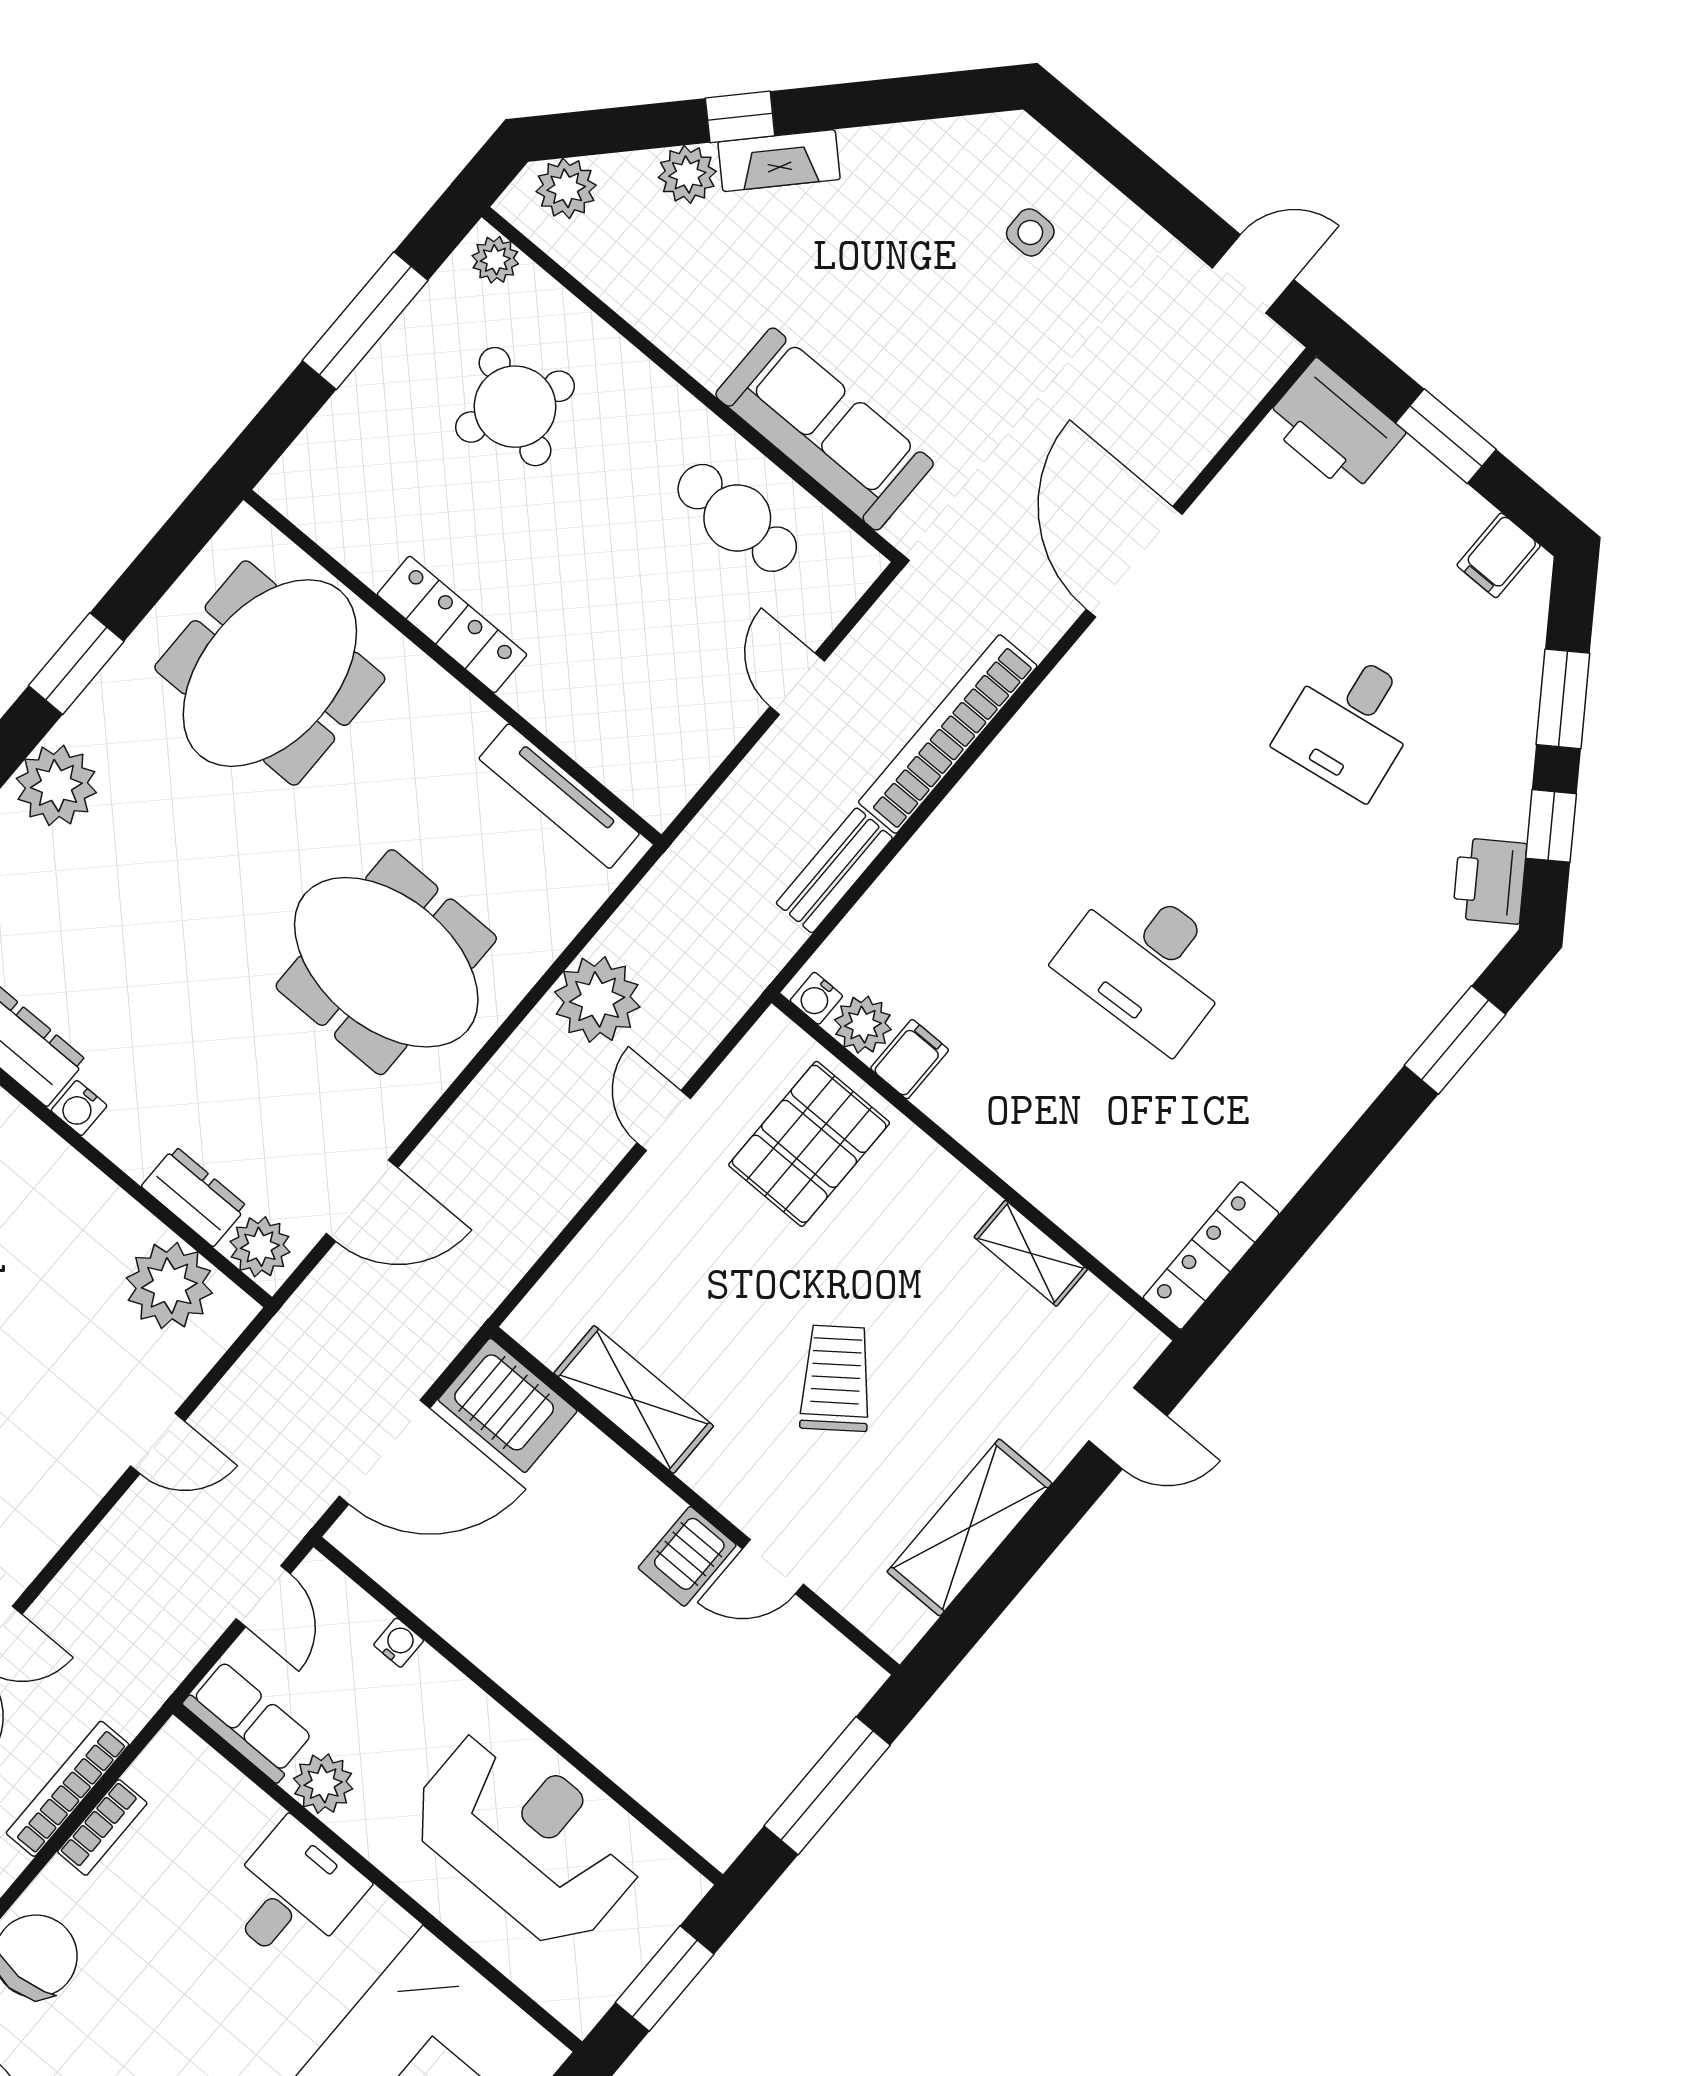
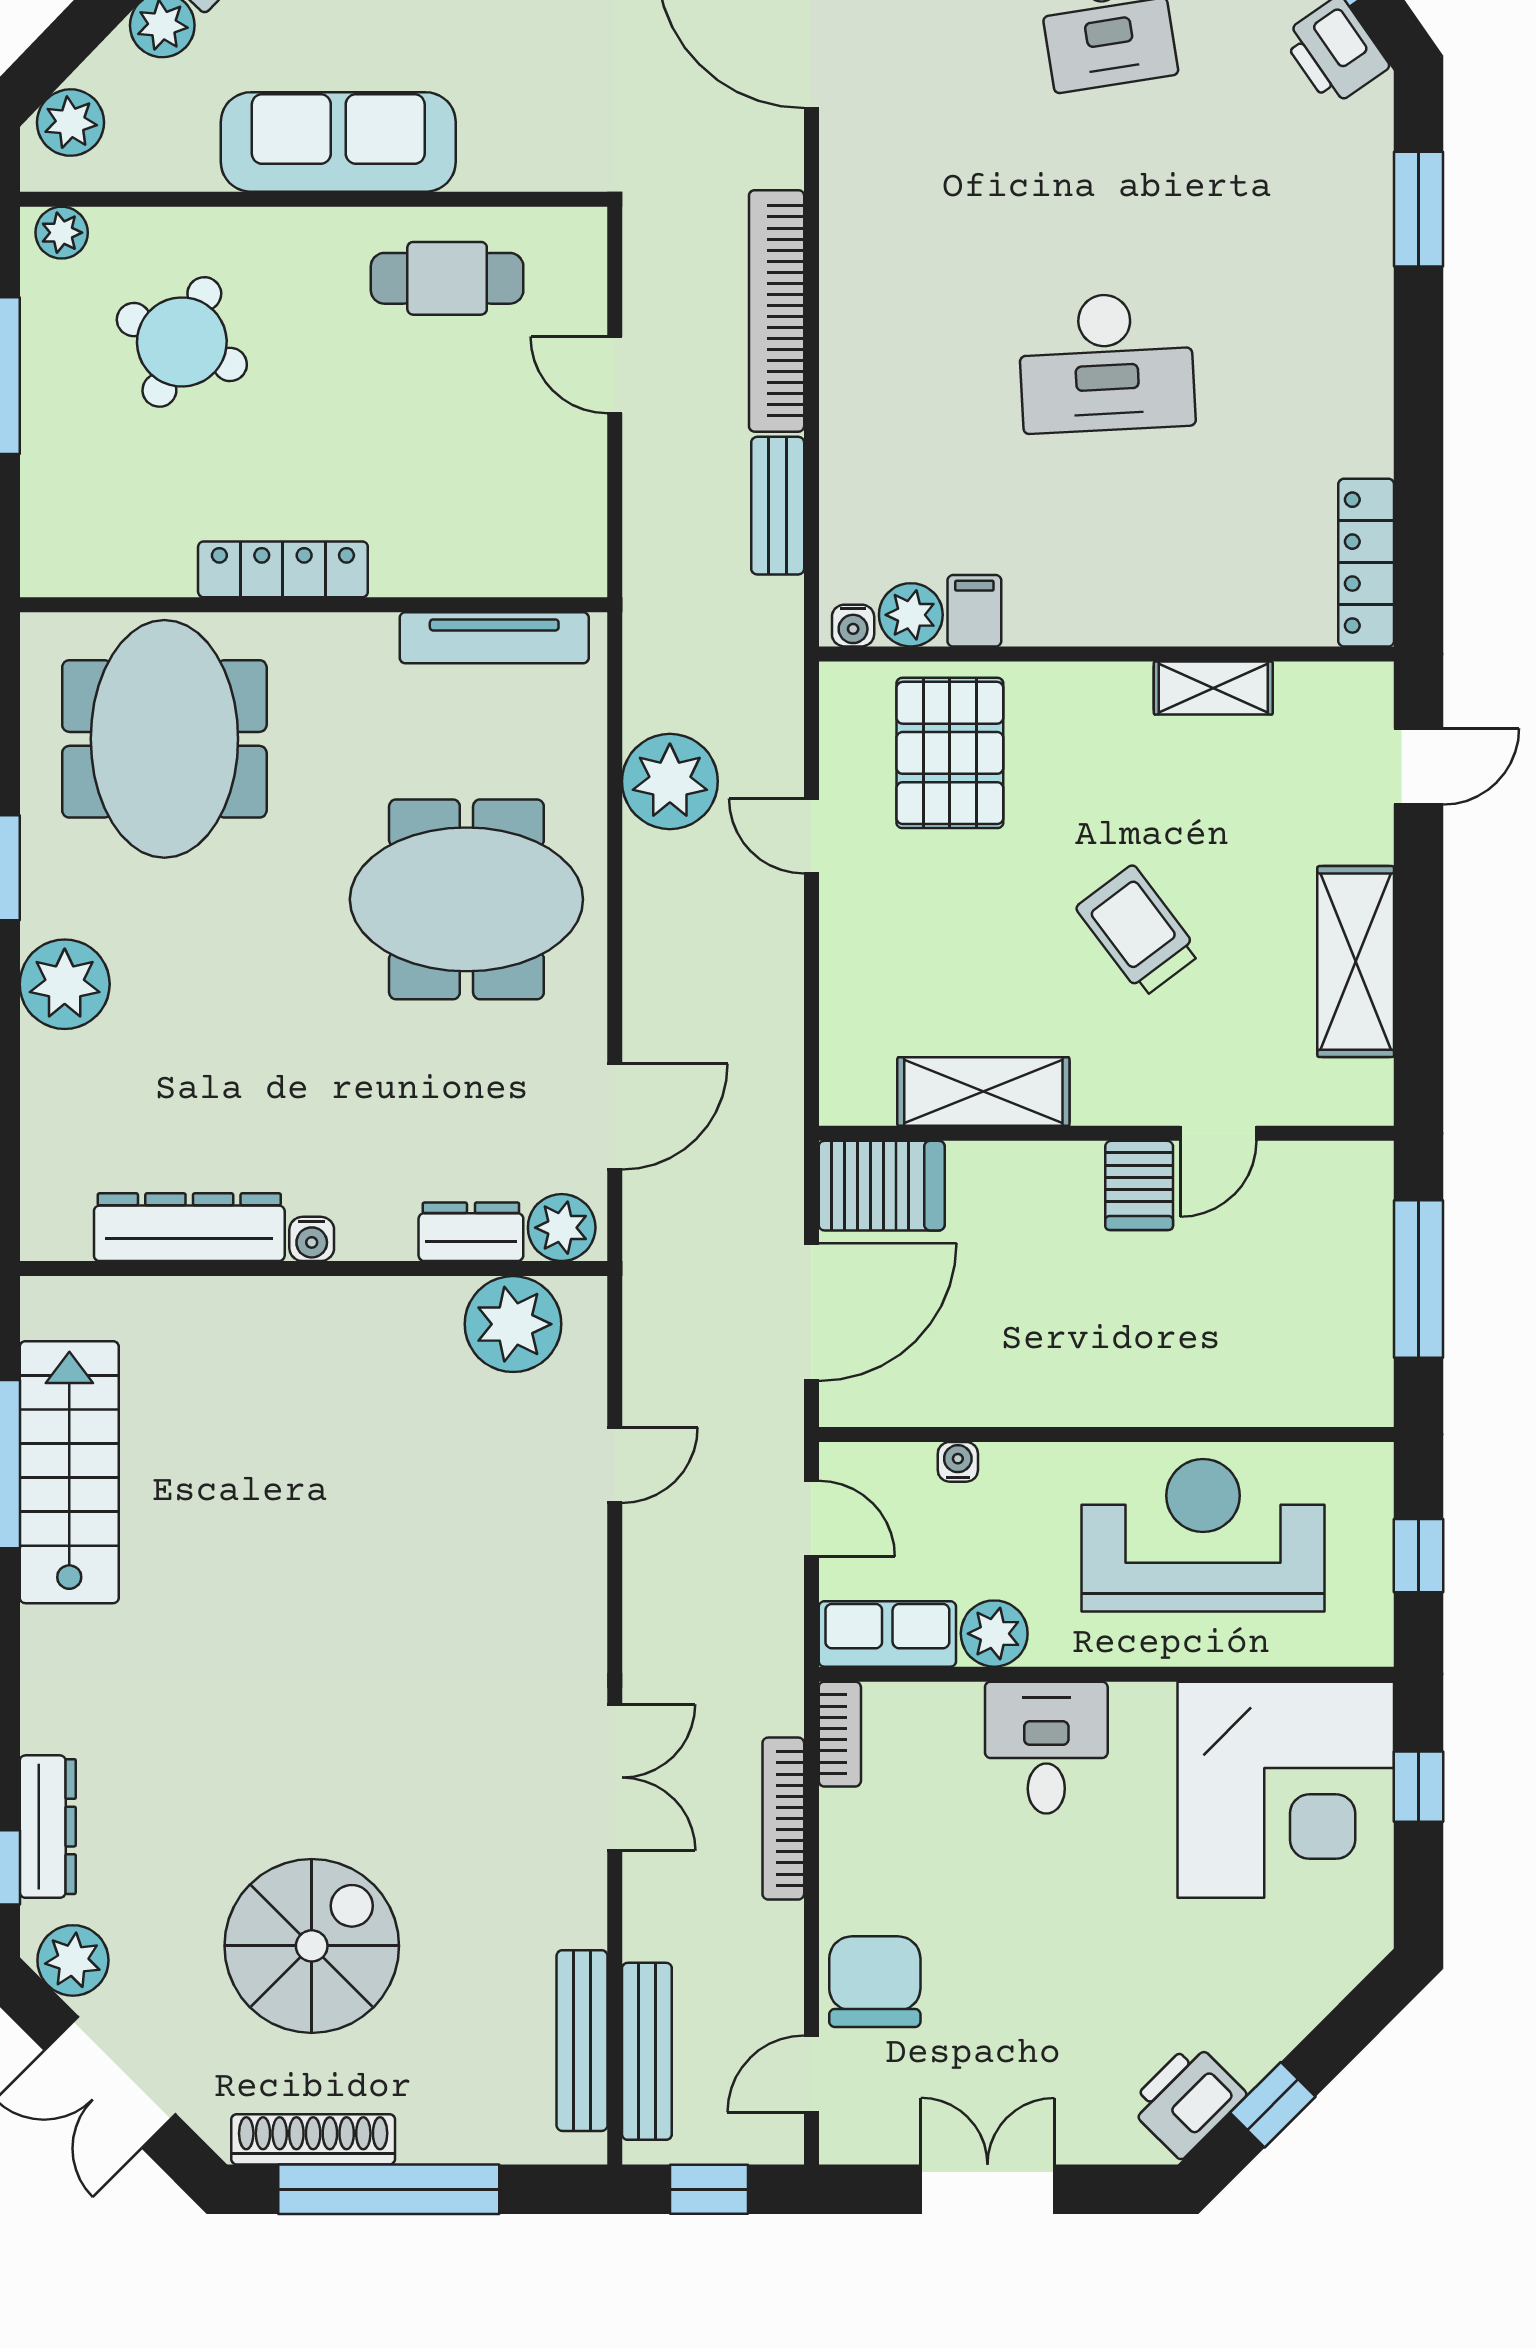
sofa: (825, 429) -> (338, 142), moved
bookcase: (102, 1827) -> (840, 1734), moved
window: (665, 1978) -> (1419, 1556), width x0.67

